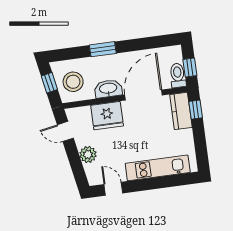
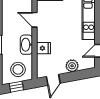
door: (144, 95) -> (35, 20), width x0.53
fridge: (107, 116) -> (44, 48), width x0.53, depth x0.75

